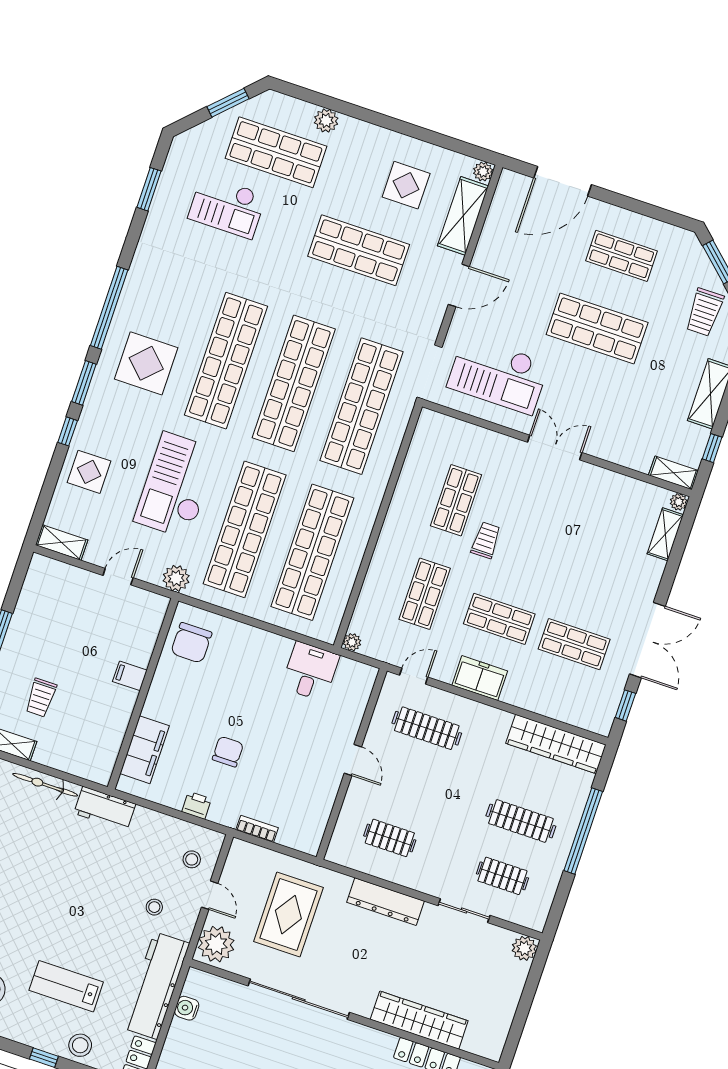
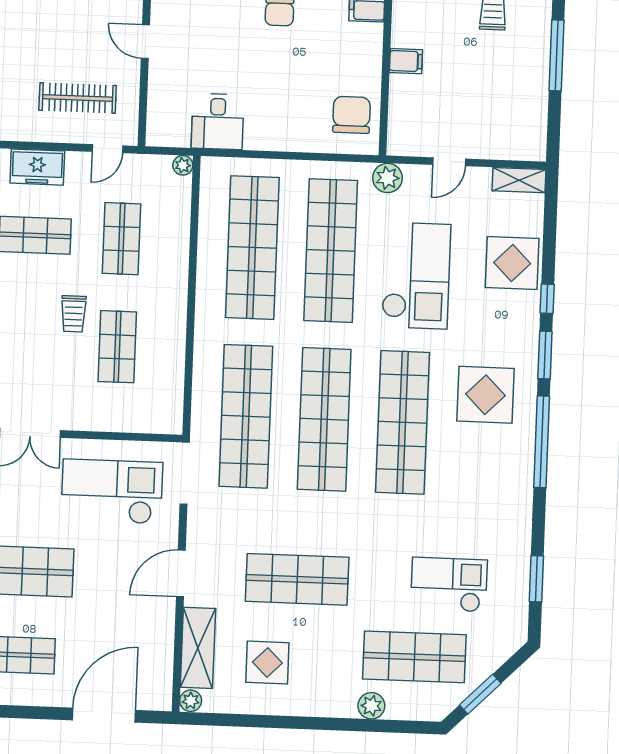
display table: (89, 472) -> (512, 263), width x1.36, depth x1.36

